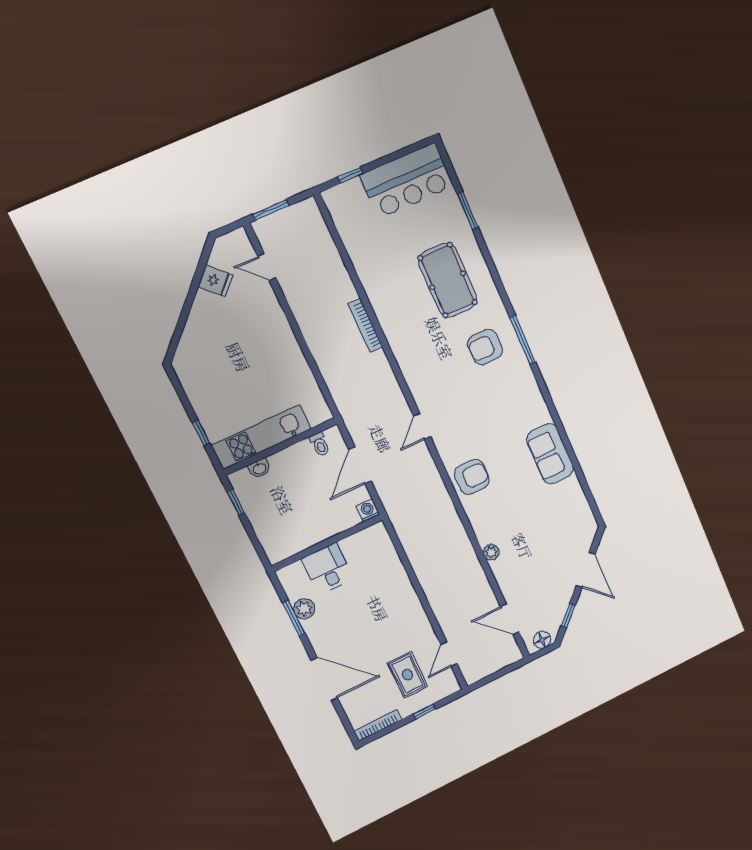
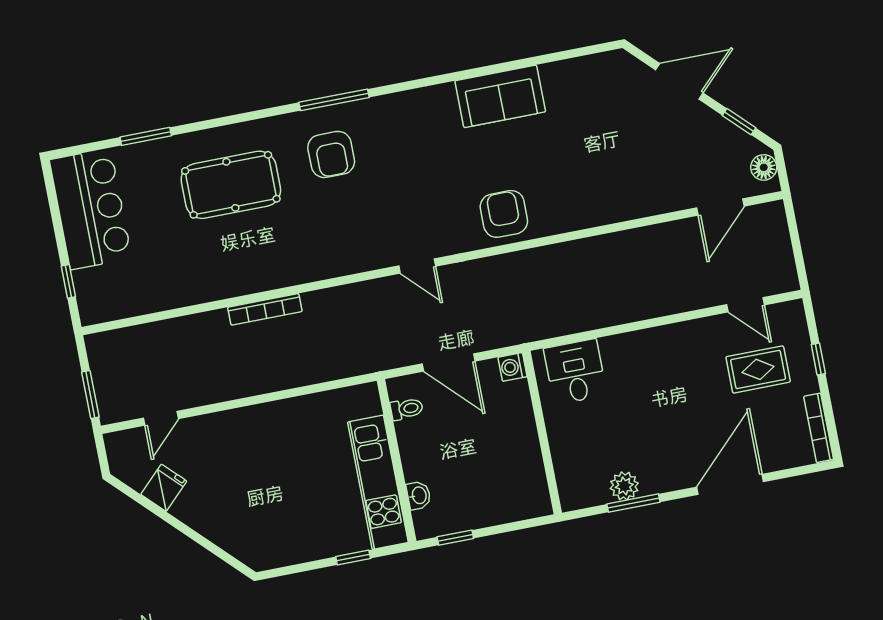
plant: (491, 552) -> (617, 211), removed
desk: (327, 569) -> (575, 372), moved, turned 90

